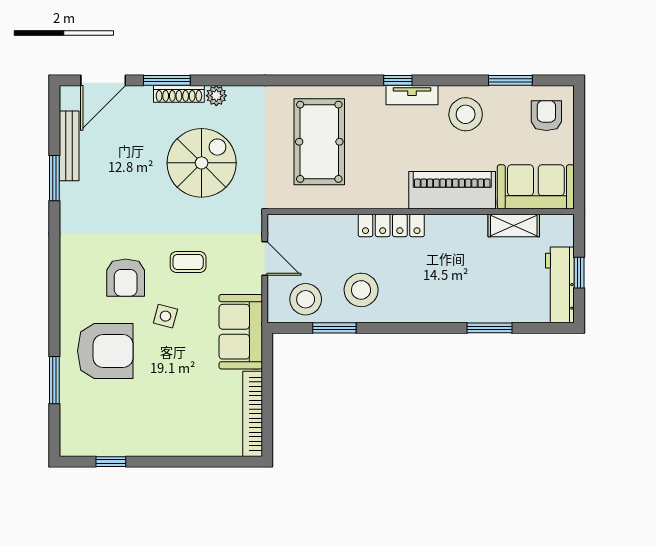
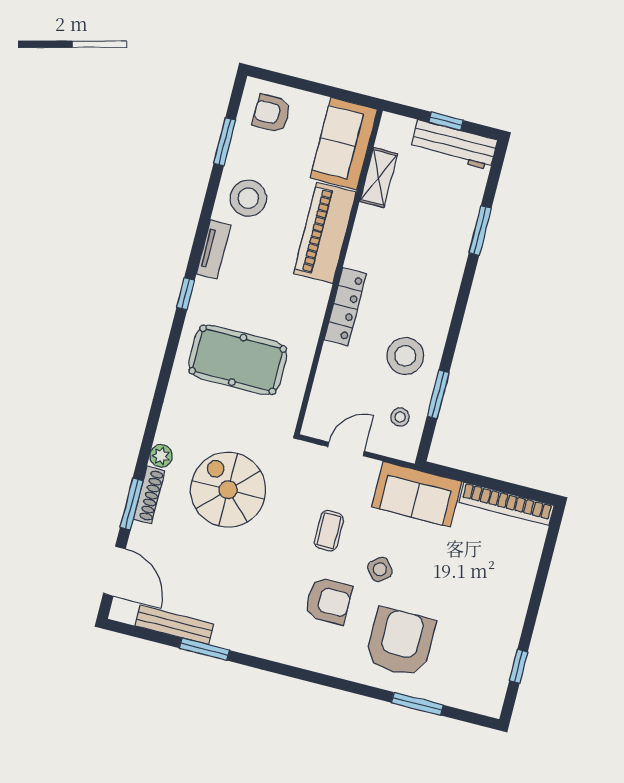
window: (398, 80) -> (186, 294), moved
stool: (306, 299) -> (400, 417), width x0.53, depth x0.53
side table: (165, 316) -> (380, 569), turned 36

